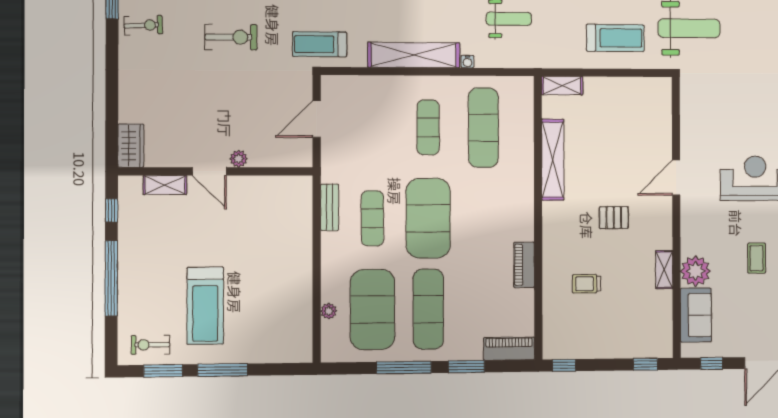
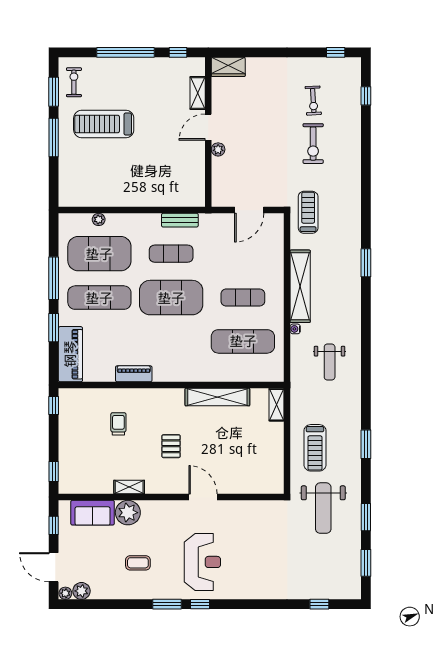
exercise bike: (143, 25) -> (313, 101), moved
door: (317, 119) -> (249, 210), swing flipped
piano: (509, 349) -> (70, 354), width x1.37, depth x1.33

